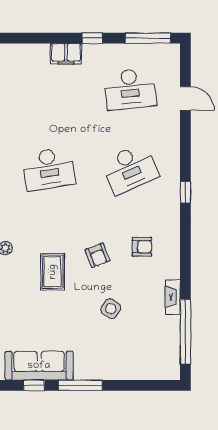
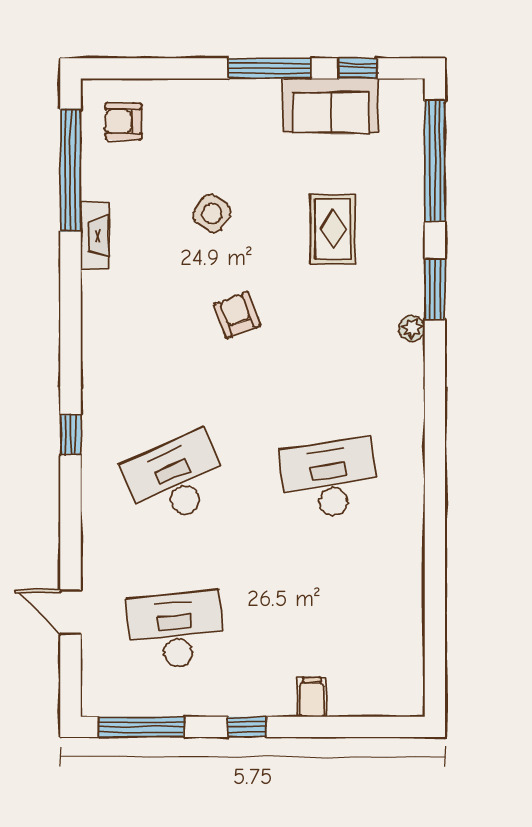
filing cabinet: (66, 54) -> (312, 697), width x0.50
armchair: (142, 247) -> (123, 121), moved
rug: (53, 272) -> (333, 229), moved
sofa: (39, 366) -> (331, 106), width x0.73

